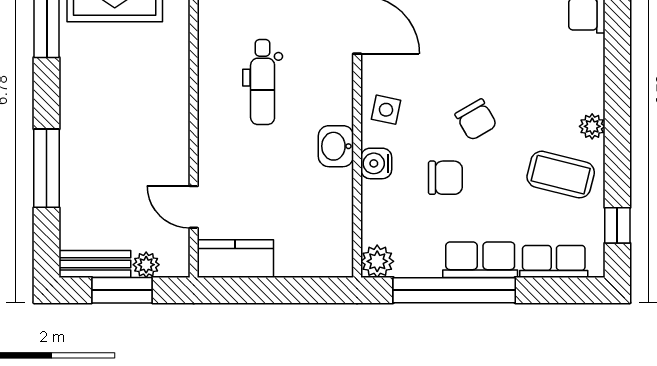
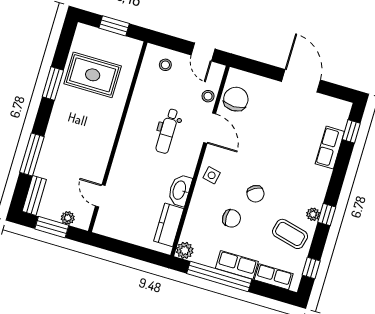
dental chair: (263, 82) -> (167, 131), moved
window: (617, 119) -> (327, 215), added
washbasin: (336, 146) -> (180, 190), width x1.38
water cooler: (376, 163) -> (199, 201), removed
kitchen counter: (235, 259) -> (169, 225), moved, turned -90
bench: (95, 264) -> (34, 195), moved, turned 90

